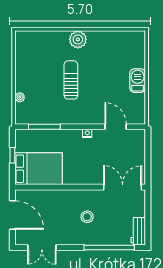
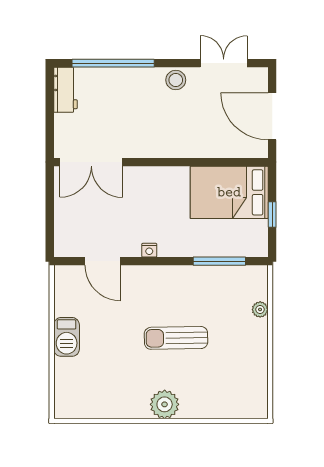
sun lounger: (71, 80) -> (176, 338), turned 89
stool: (87, 217) -> (176, 80), moved

